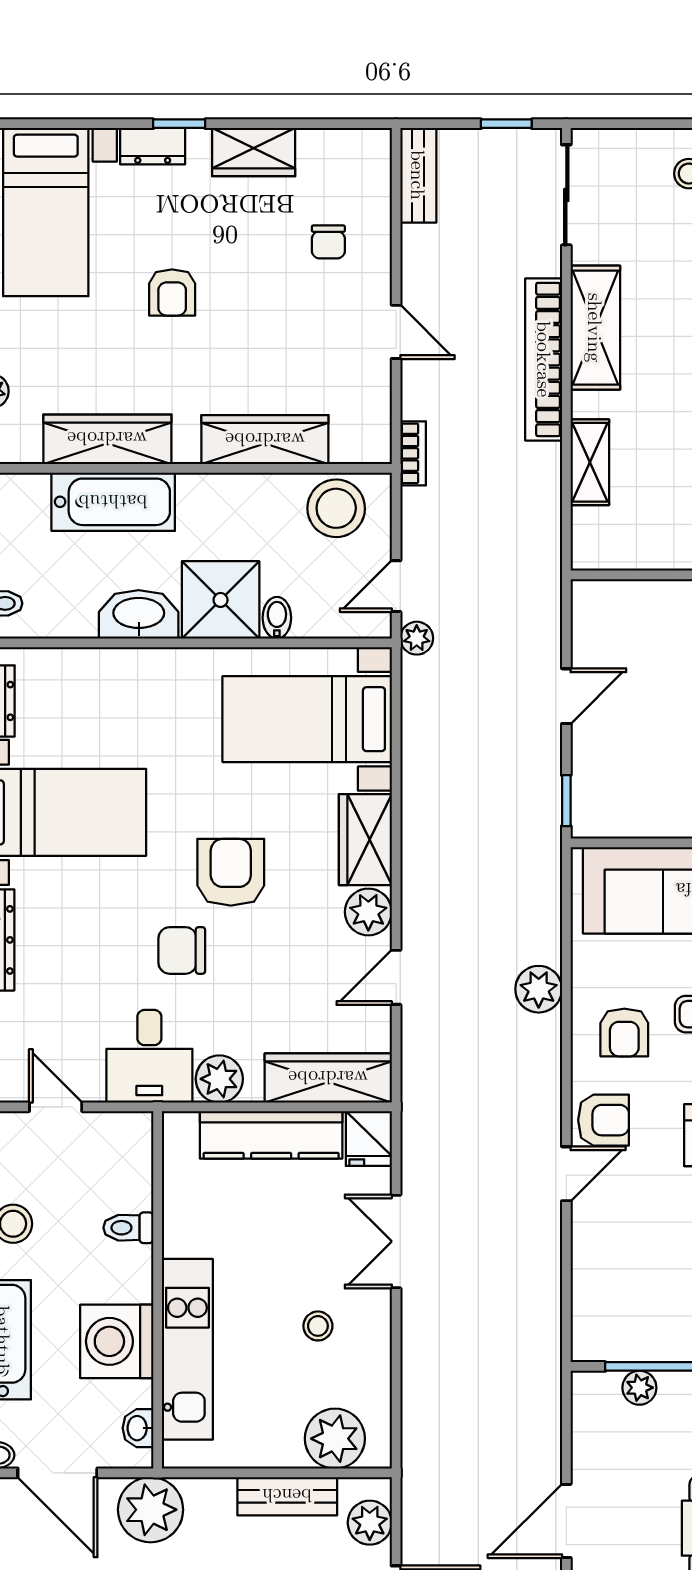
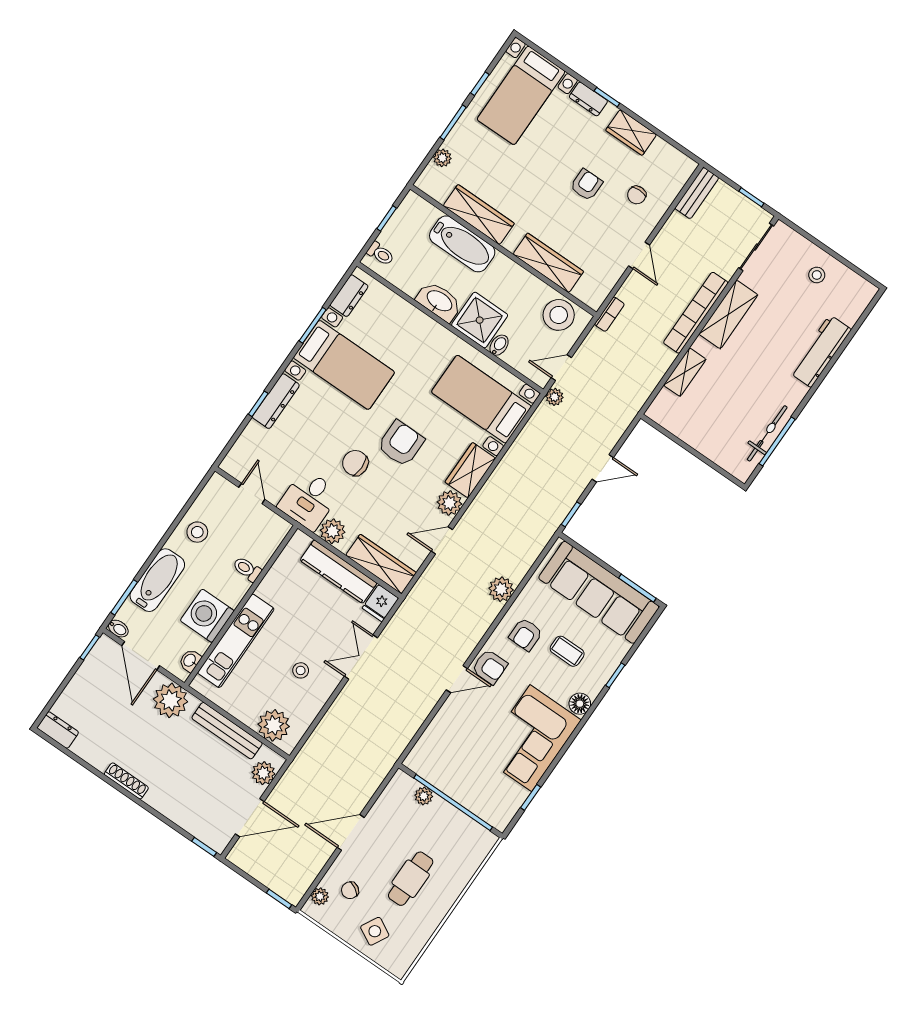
armchair: (172, 292) -> (586, 185), moved, turned 180
bench: (287, 1496) -> (227, 731), width x1.36

